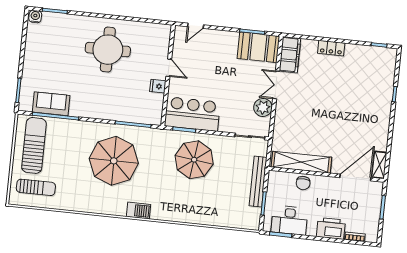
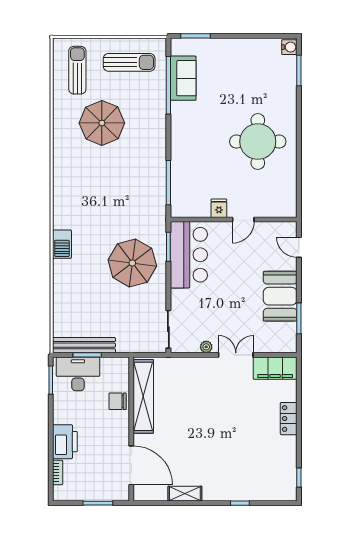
booth: (258, 47) -> (280, 296), moved
plant: (263, 107) -> (206, 347), width x0.53, depth x0.53
sun lounger: (34, 145) -> (129, 62), width x0.73, depth x0.75
parasol: (114, 161) -> (102, 123), moved, width x0.73, depth x0.73
shelving: (379, 165) -> (185, 494), moved
bench: (258, 182) -> (84, 345), moved
sun lounger: (36, 187) -> (77, 70), turned 180
barbecue: (138, 211) -> (62, 244), moved
desk: (289, 220) -> (78, 374), moved, turned 90

